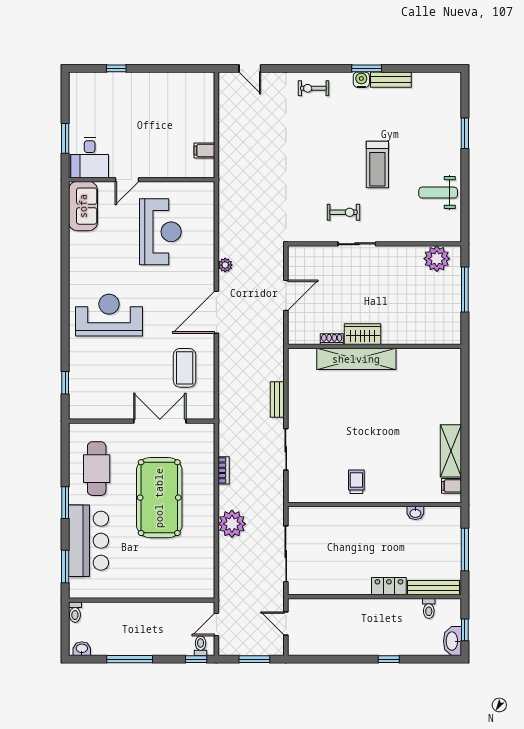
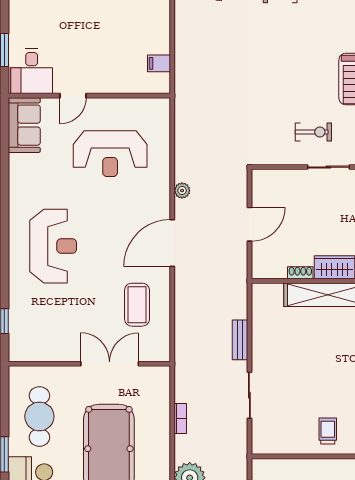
reception desk: (160, 232) -> (110, 154), turned 90
reception desk: (109, 315) -> (53, 246), turned 90

